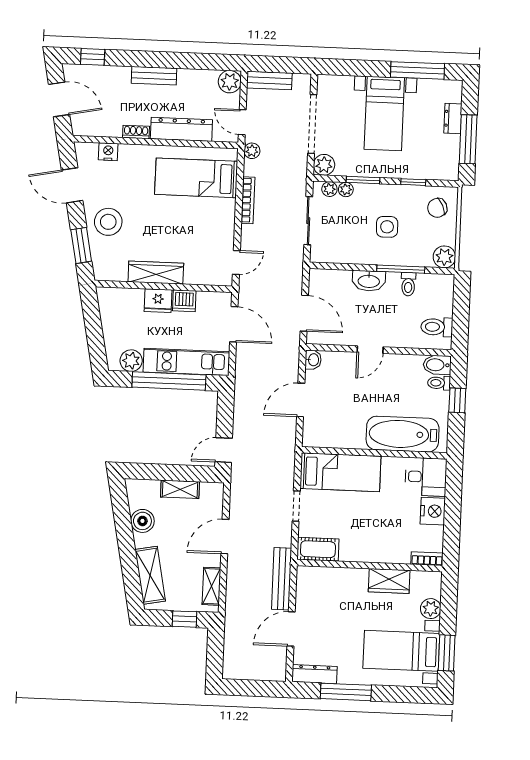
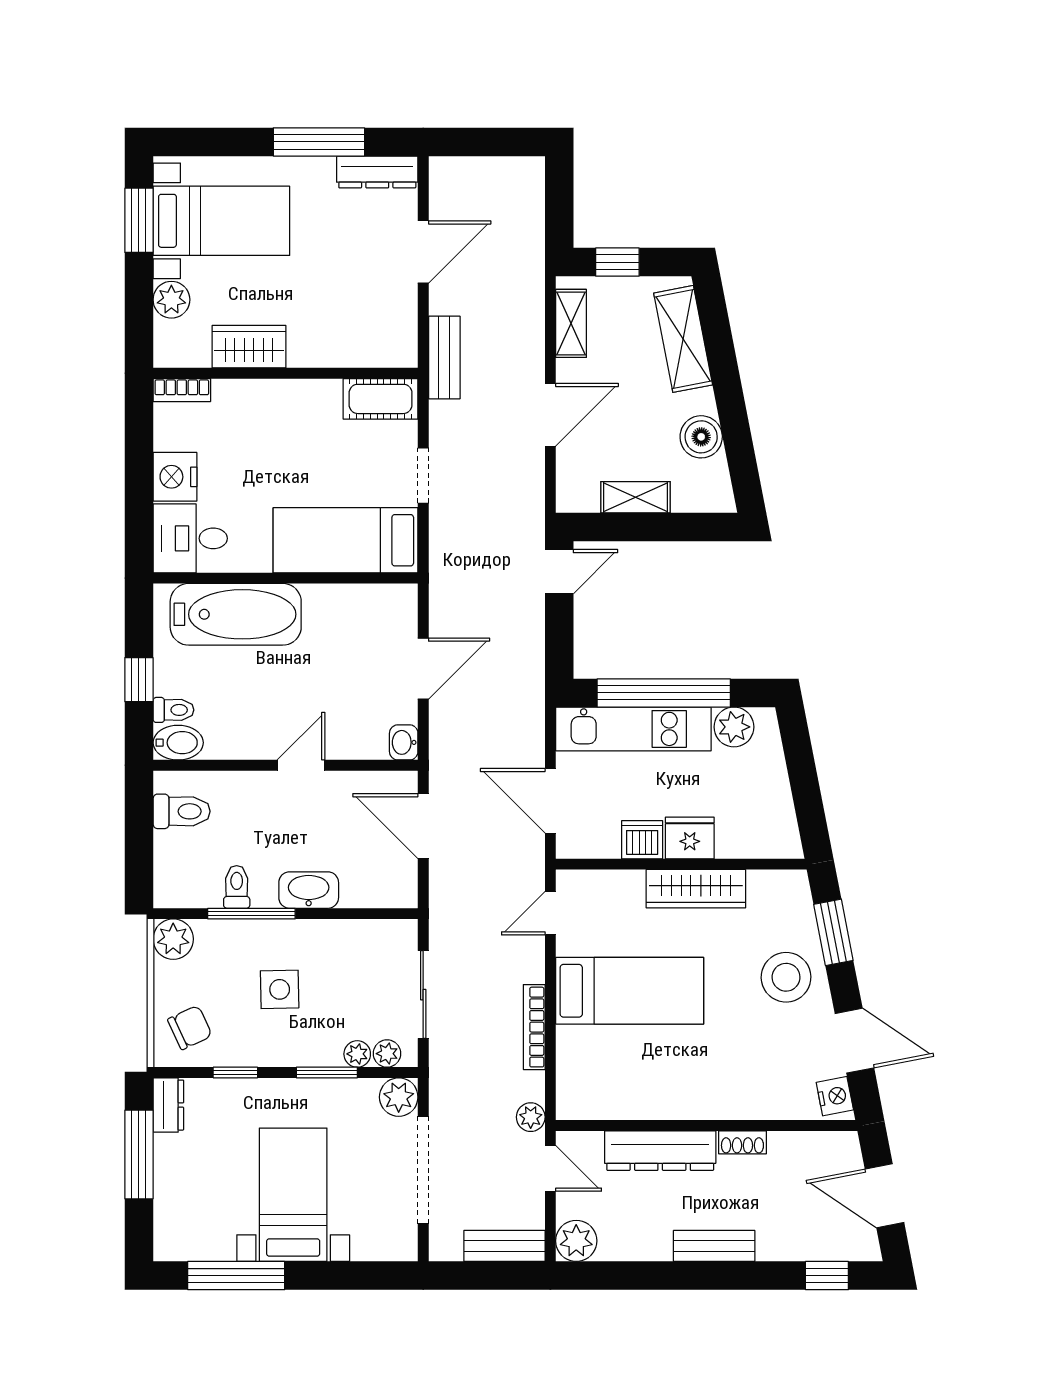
dresser: (453, 119) -> (168, 1105), moved
nightstand: (108, 152) -> (835, 1096), moved, turned -101
bed: (196, 178) -> (630, 991), moved
bench: (282, 579) -> (444, 357), width x0.73

